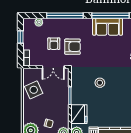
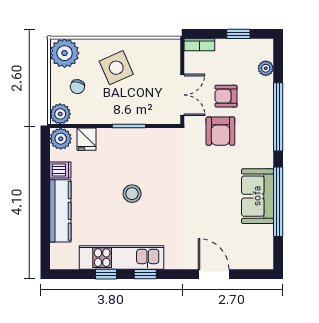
double door: (53, 67) -> (182, 95), swing flipped
stool: (100, 83) -> (132, 194), moved
side table: (34, 90) -> (116, 68), moved
fridge: (79, 114) -> (86, 139), width x0.53, depth x0.75

